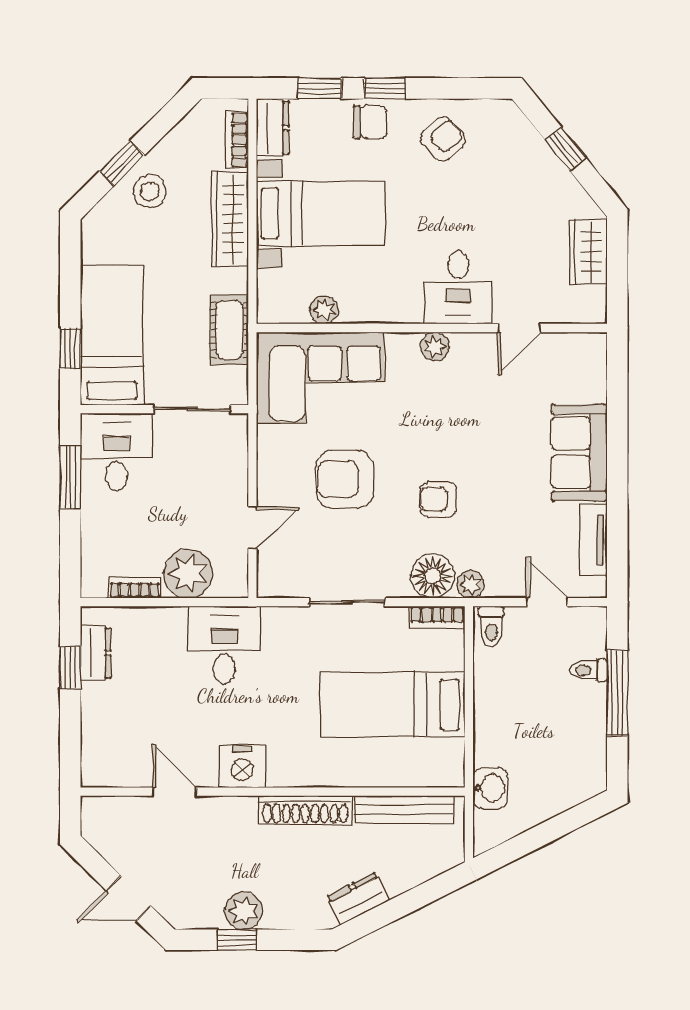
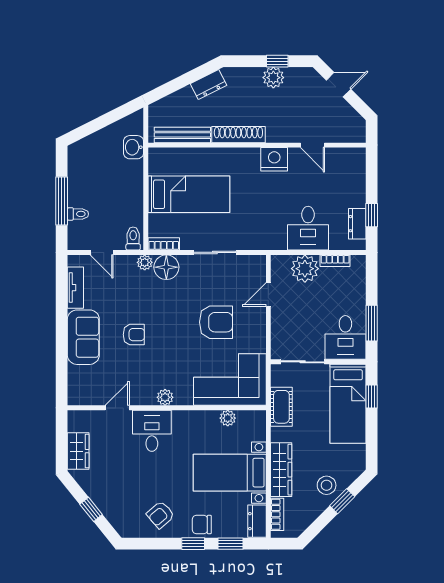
armchair: (438, 499) -> (134, 335), moved
desk: (224, 645) -> (308, 228), moved

